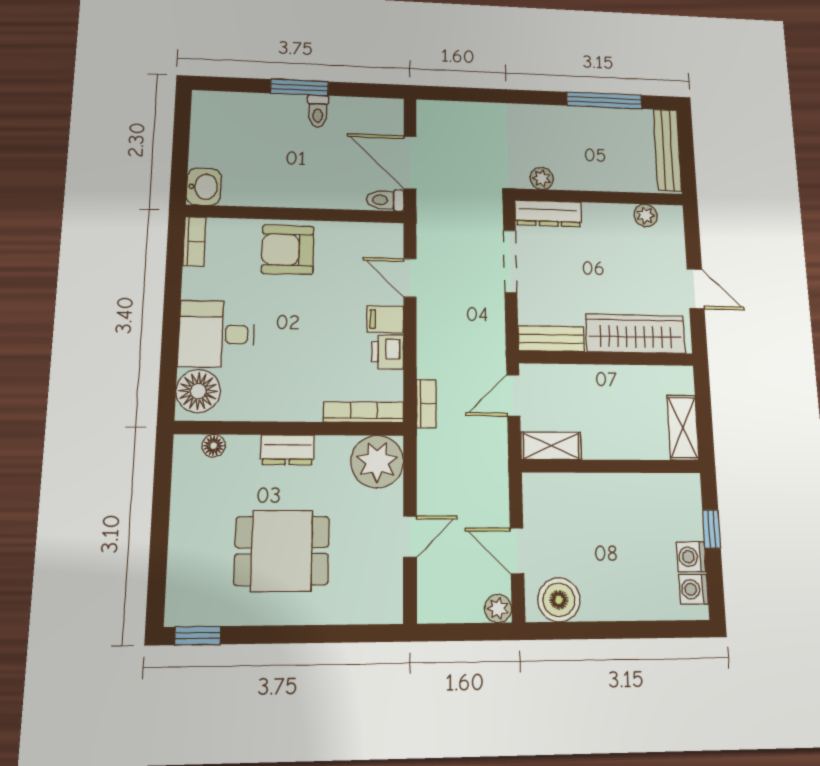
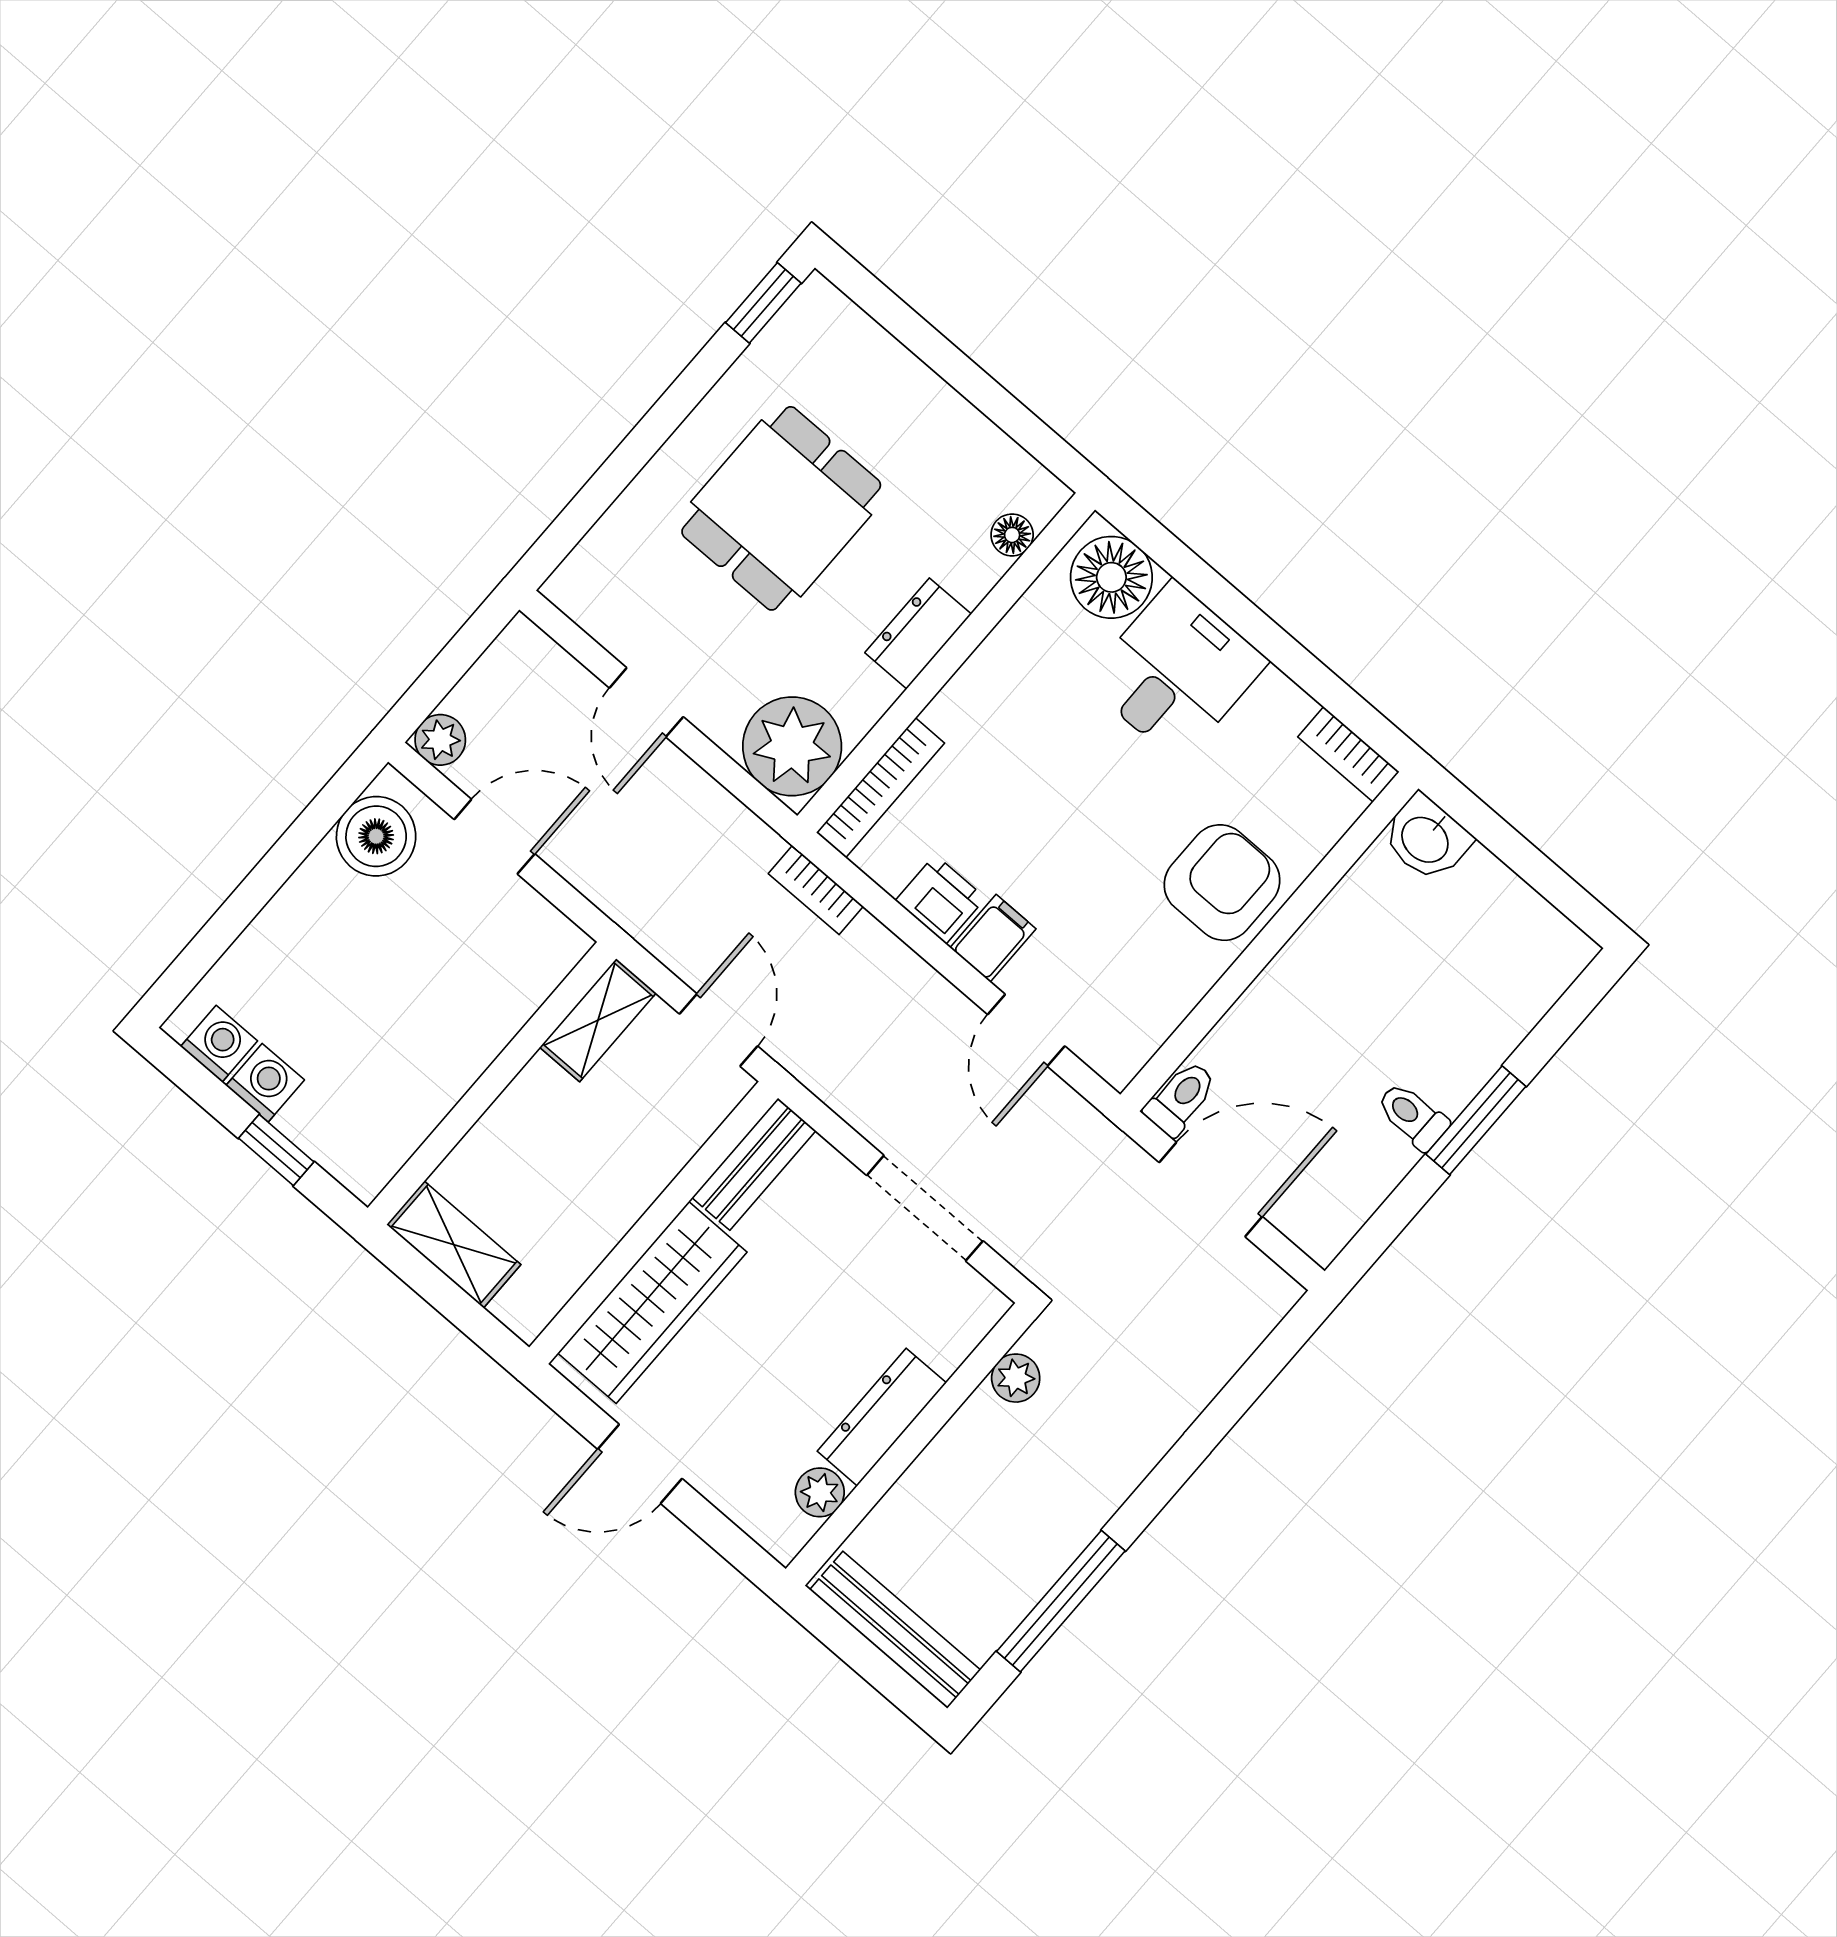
dresser: (548, 213) -> (882, 1417), moved
door: (410, 278) -> (1026, 1030), swing flipped

